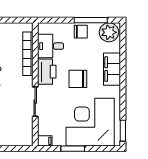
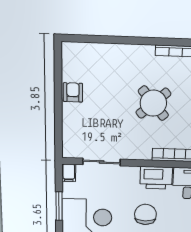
sliding door: (35, 102) -> (102, 162), moved

